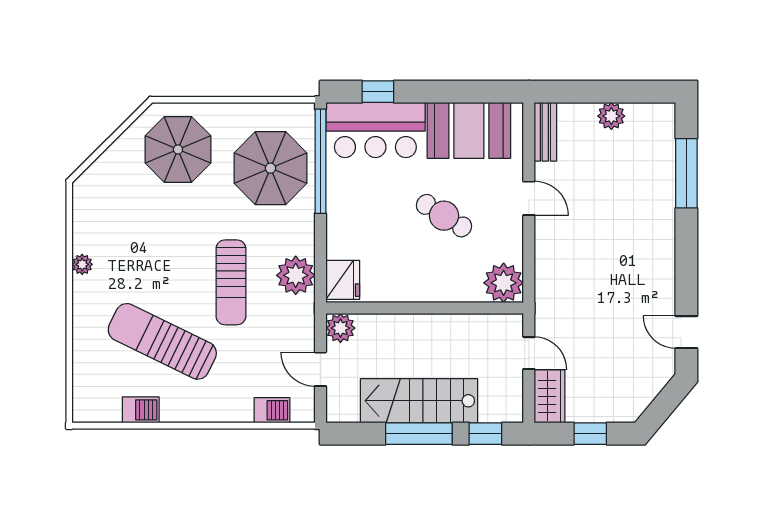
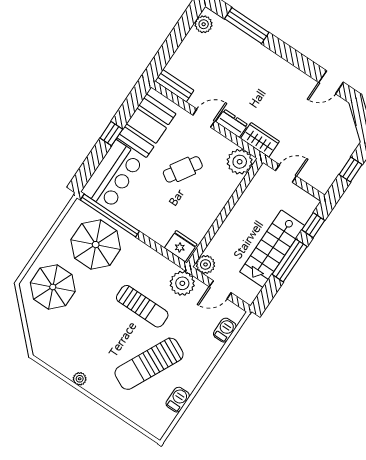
window: (378, 92) -> (111, 134), moved
plant: (611, 116) -> (204, 24), moved
dresser: (547, 239) -> (232, 123), added
plant: (296, 275) -> (182, 283), moved
wardrobe: (550, 396) -> (260, 140), moved

